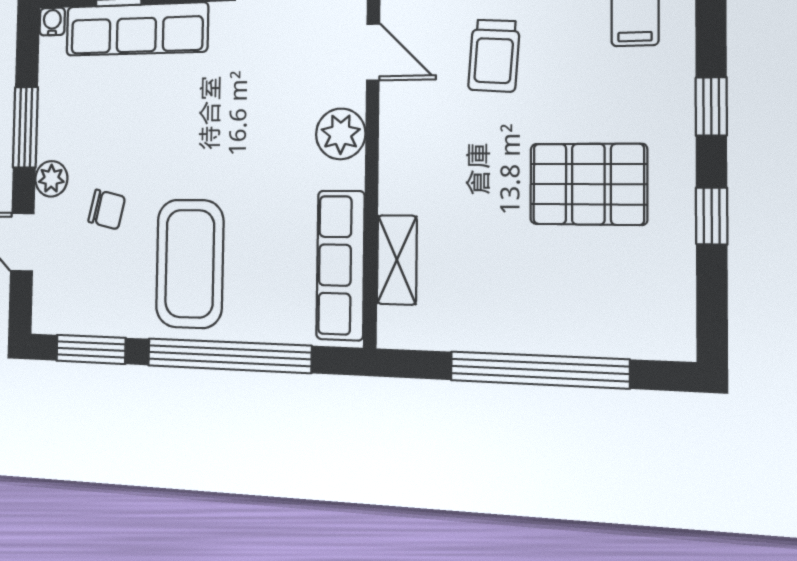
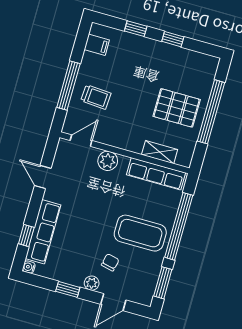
window: (25, 127) -> (68, 289), width x0.67
pallet: (588, 184) -> (177, 108), moved, turned 90

